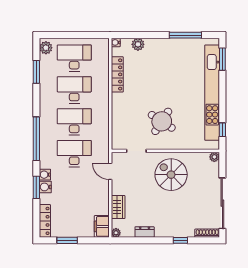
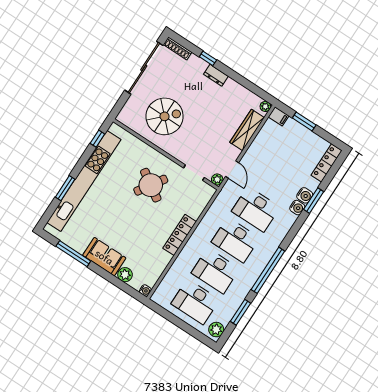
sofa: (162, 48) -> (104, 257), added
window: (222, 59) -> (65, 188), moved
locker: (117, 74) -> (180, 235), moved
window: (36, 139) -> (268, 270), moved
plant: (214, 157) -> (217, 179), moved
spiral stairs: (171, 175) -> (165, 116), moved, turned -90
wardrobe: (118, 207) -> (247, 130), width x1.50
filing cabinet: (102, 226) -> (279, 116), width x0.50
dresser: (145, 232) -> (216, 75), moved
window: (67, 240) -> (304, 121), moved

